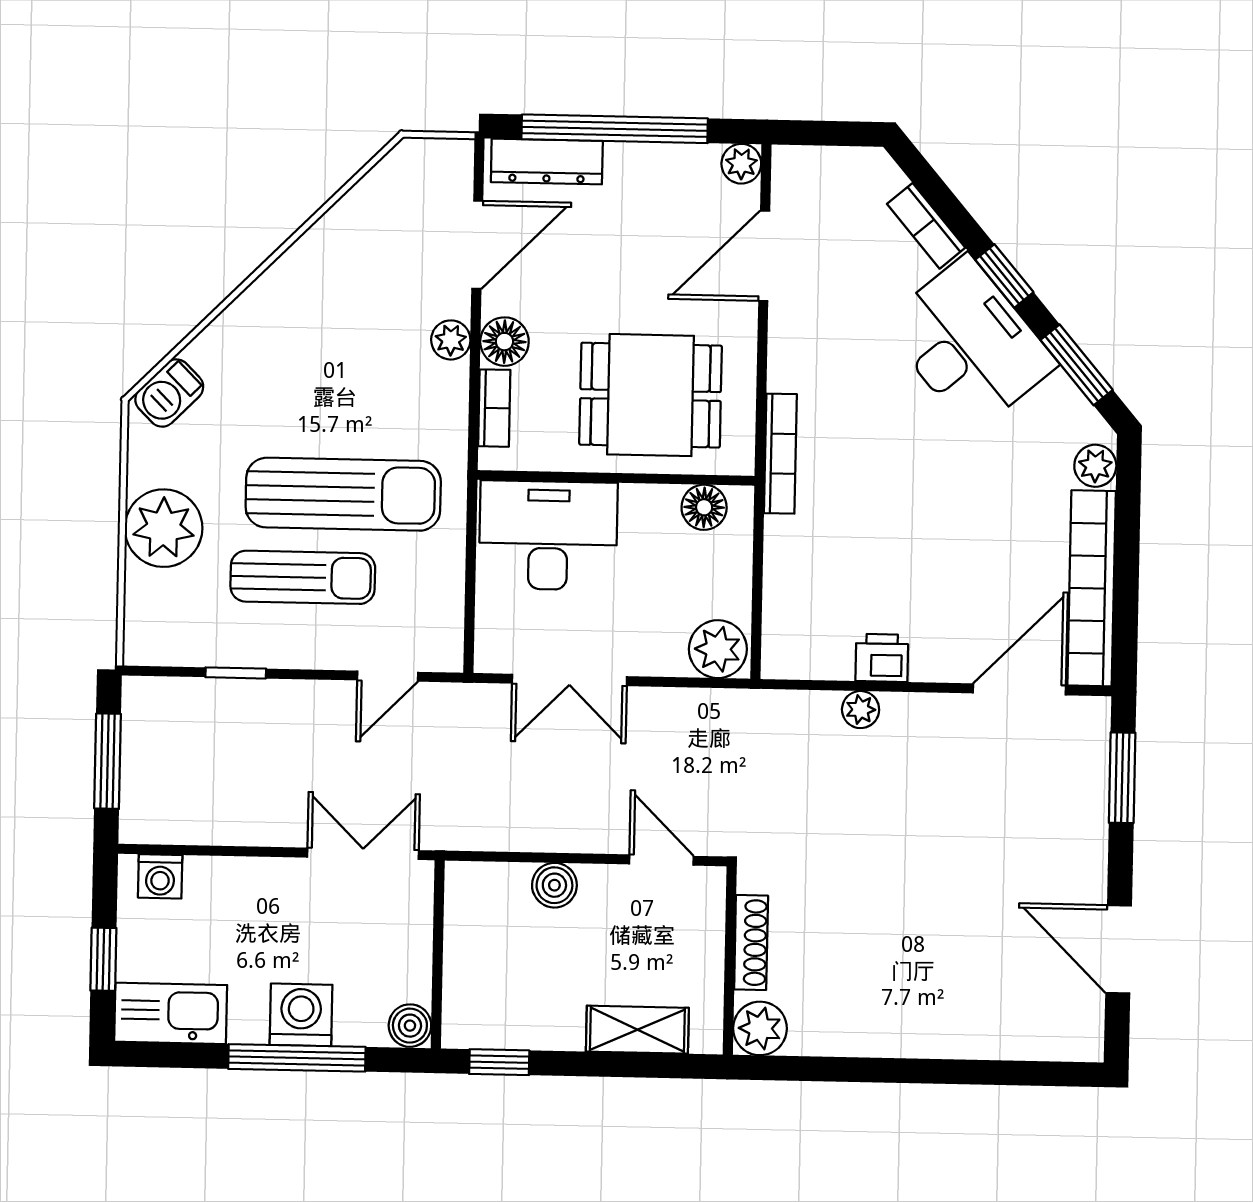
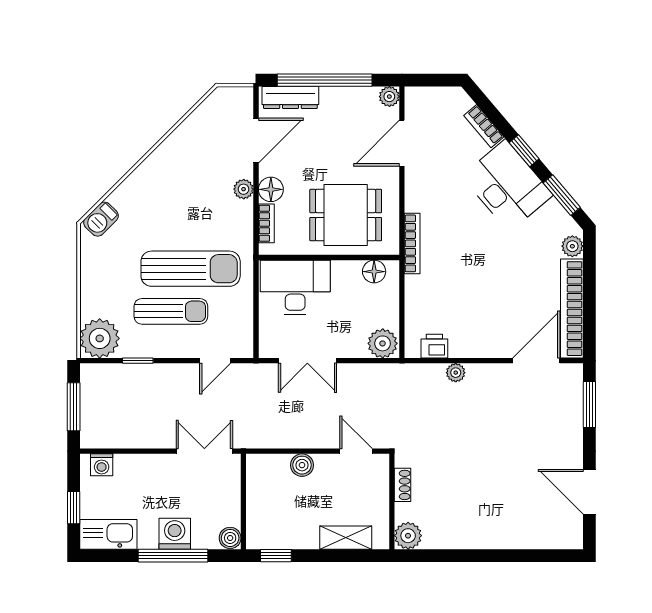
plant: (164, 528) -> (100, 338), moved
printer: (882, 658) -> (434, 346), moved
shoe rack: (751, 943) -> (403, 485), width x0.70

